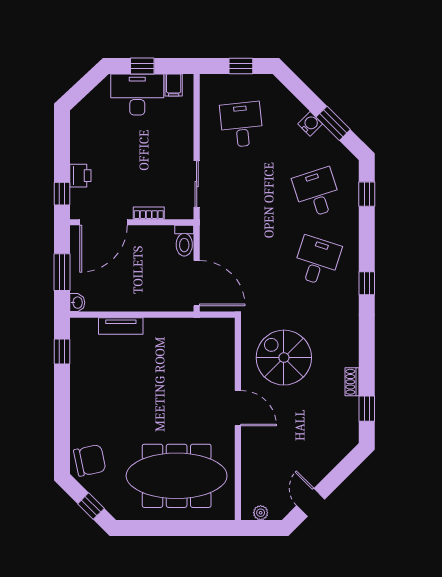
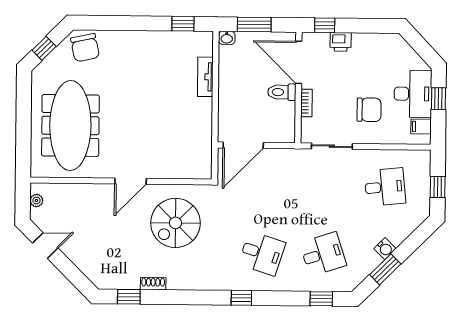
chair: (156, 143) -> (369, 110), added
toilet: (184, 241) -> (282, 92), moved
spiral stairs: (284, 358) -> (175, 223), turned 180

